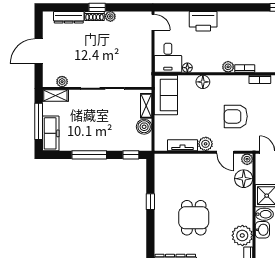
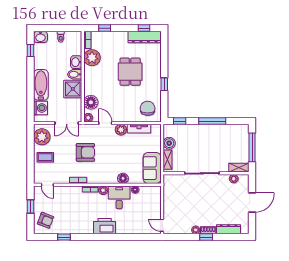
printer: (203, 21) -> (105, 226), moved
desk: (168, 58) -> (119, 197), moved
armchair: (236, 116) -> (85, 152), moved
freezer: (51, 133) -> (243, 138), removed
chair: (172, 171) -> (148, 108), added

